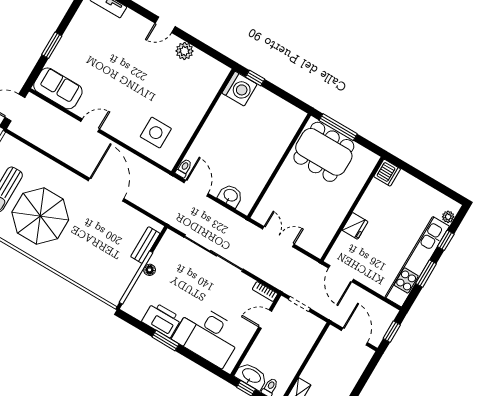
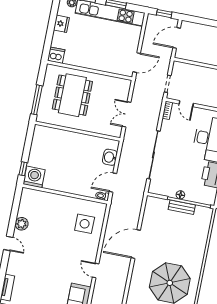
dining table: (324, 152) -> (72, 95), moved
fridge: (355, 226) -> (61, 24), moved, turned 90
bench: (145, 245) -> (182, 207), moved

